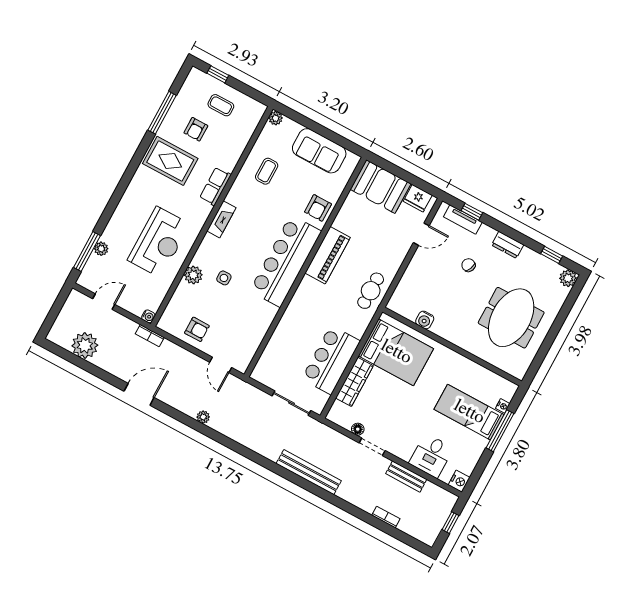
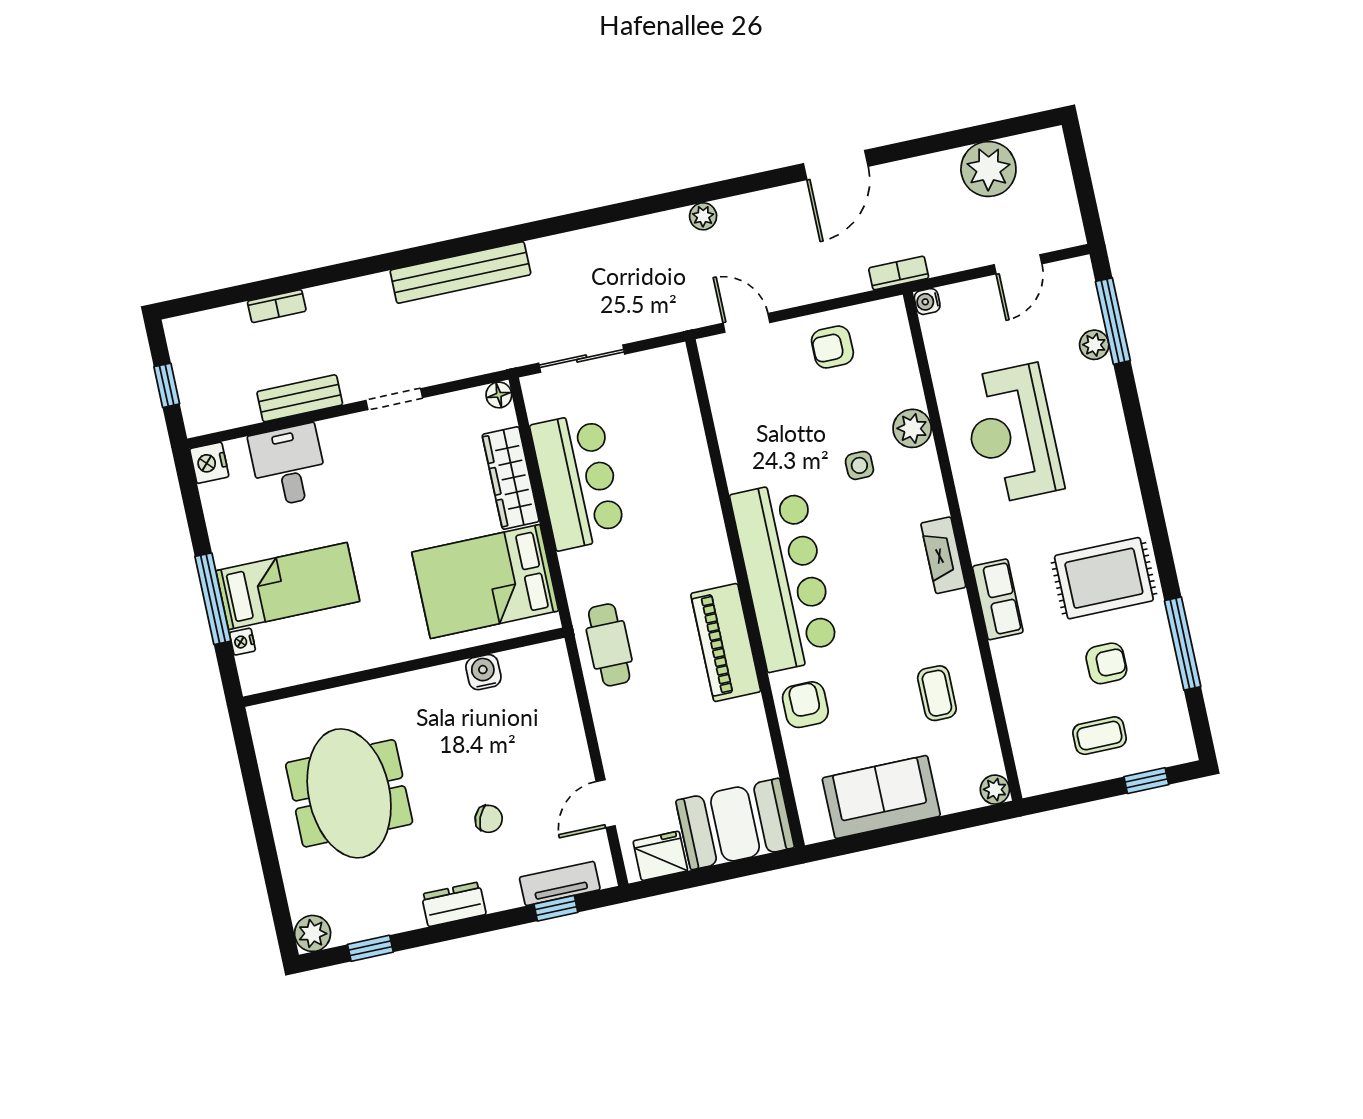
armchair: (196, 129) -> (1106, 663), turned 90
floor lamp: (358, 429) -> (499, 395), moved

